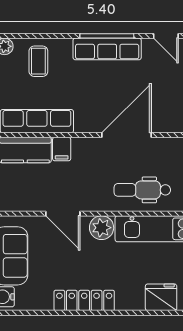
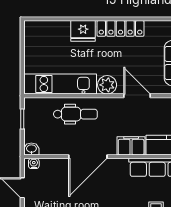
filing cabinet: (62, 149) -> (131, 146), width x2.00
fridge: (161, 297) -> (83, 31), moved

